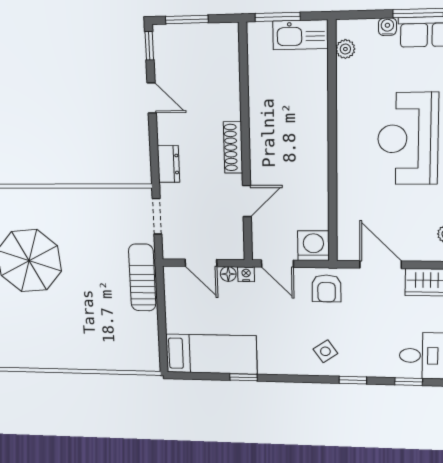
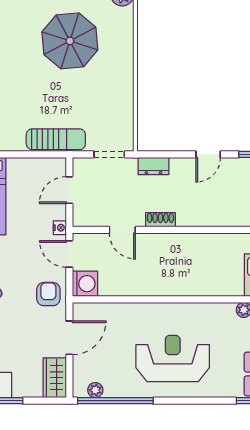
shoe rack: (233, 147) -> (160, 220), width x0.70
door: (277, 264) -> (69, 254), hinge flipped
floor lamp: (228, 274) -> (60, 213), removed
armchair: (327, 288) -> (48, 294), turned 90

